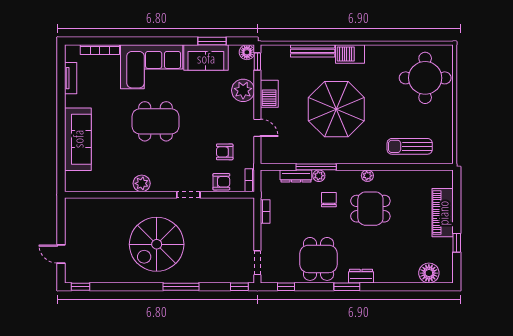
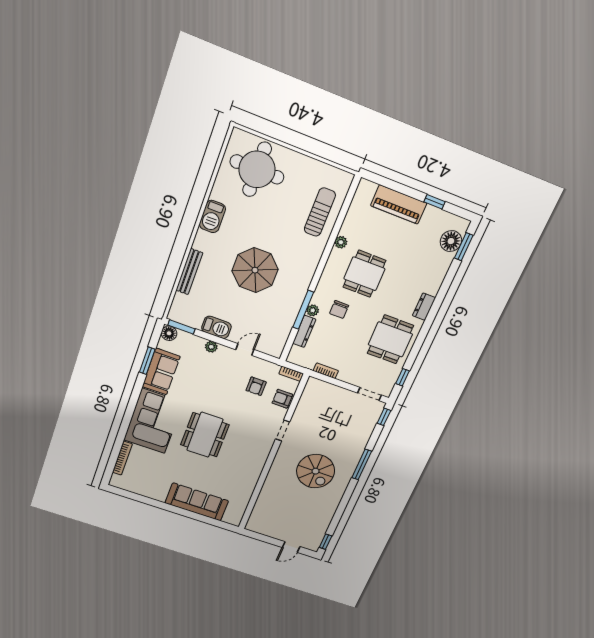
barbecue: (350, 54) -> (212, 217), moved
window: (257, 62) -> (181, 327), width x1.50
tv unit: (71, 78) -> (140, 490), removed
plant: (243, 90) -> (211, 347), width x0.53, depth x0.53
parasol: (336, 109) -> (255, 270), width x0.73, depth x0.73
sun lounger: (410, 146) -> (320, 212), turned 180
plant: (367, 176) -> (341, 242), moved
armchair: (221, 182) -> (282, 399), turned -90
plant: (142, 183) -> (256, 465), removed
chair: (329, 200) -> (339, 309), turned -90
spiral stairs: (157, 244) -> (316, 471), width x0.73, depth x0.73
dining table: (319, 259) -> (390, 339), turned 90
window: (347, 287) -> (464, 247), moved

